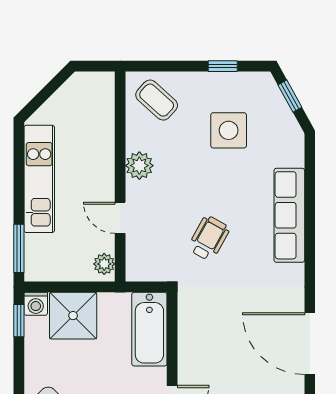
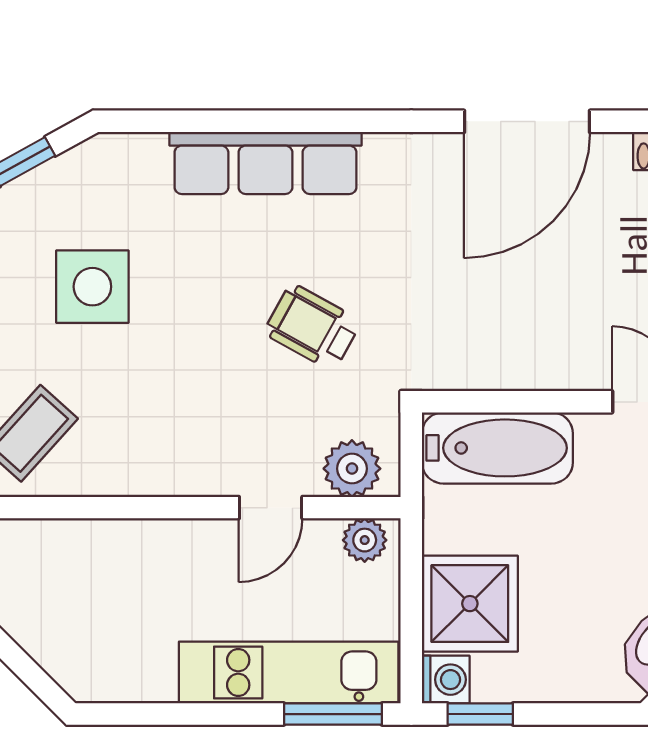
plant: (139, 166) -> (352, 469), moved
kitchen unit: (39, 179) -> (289, 673), moved

